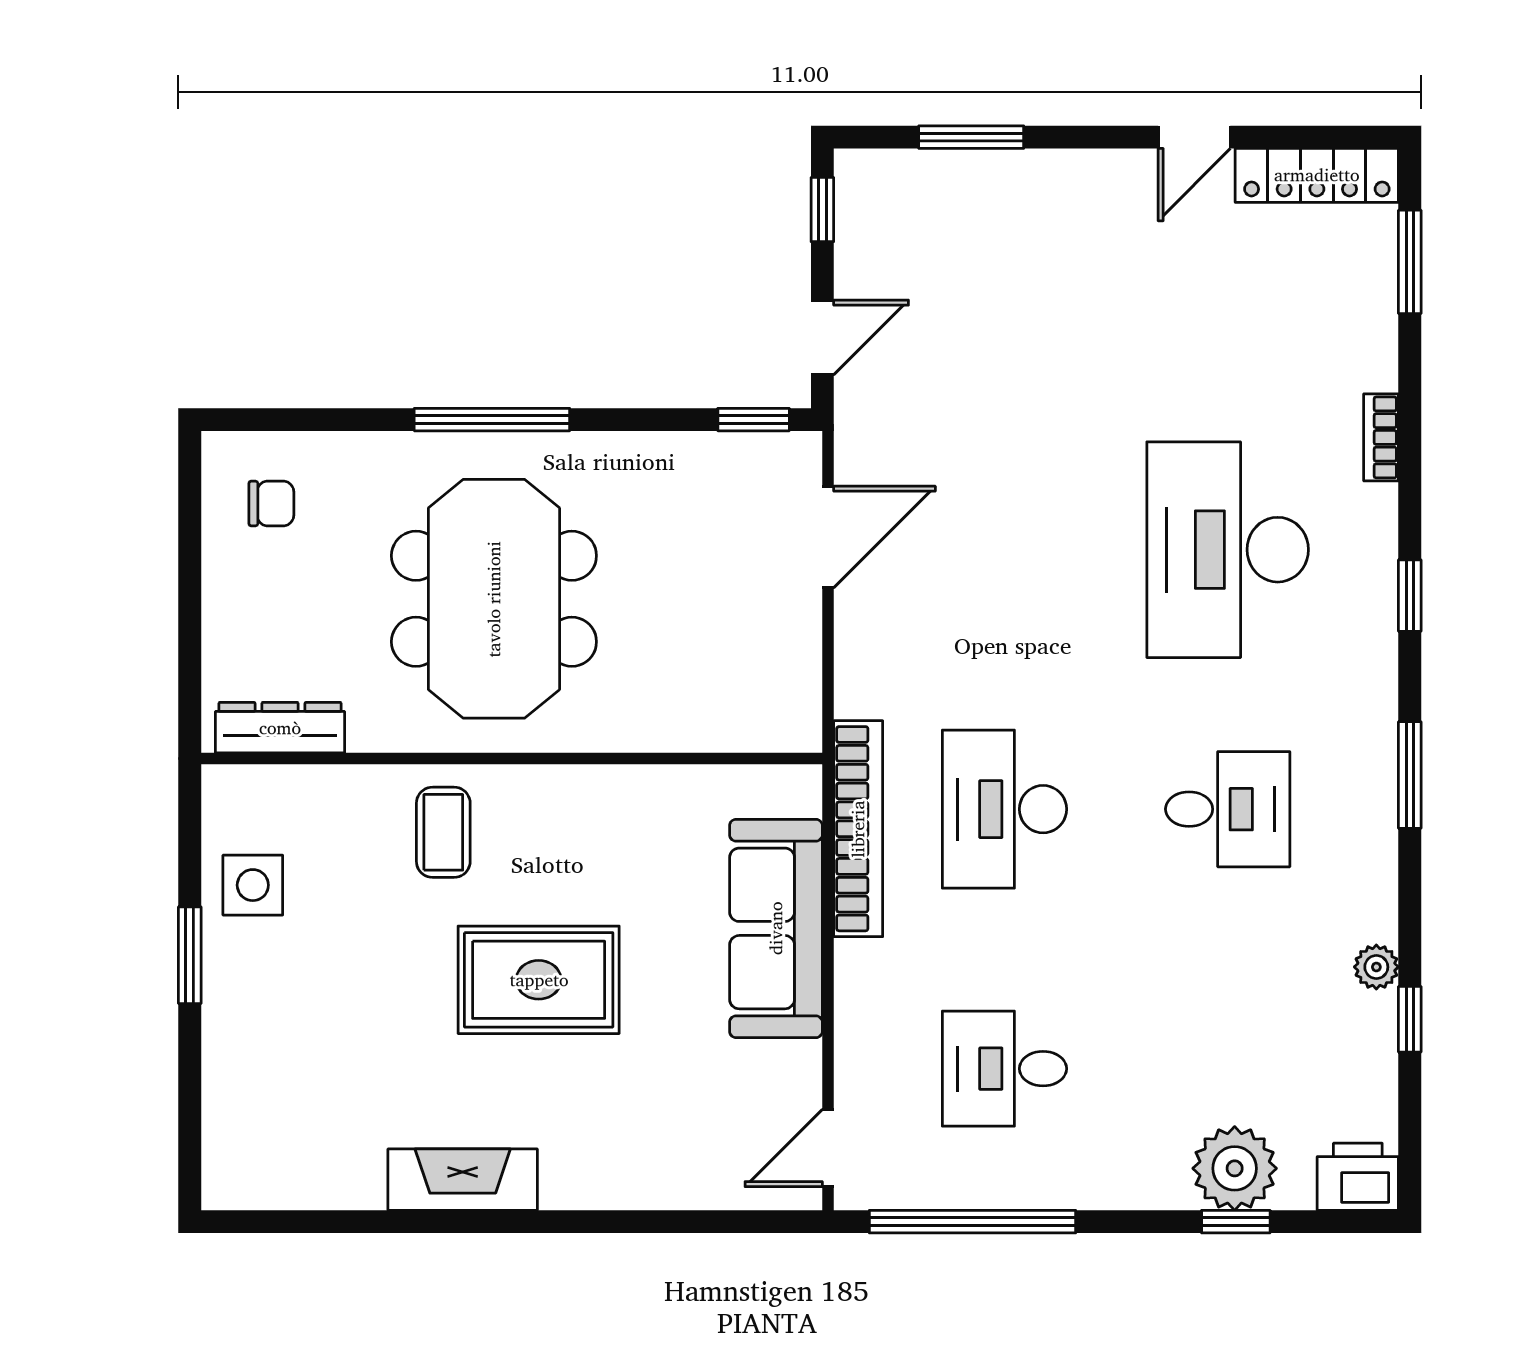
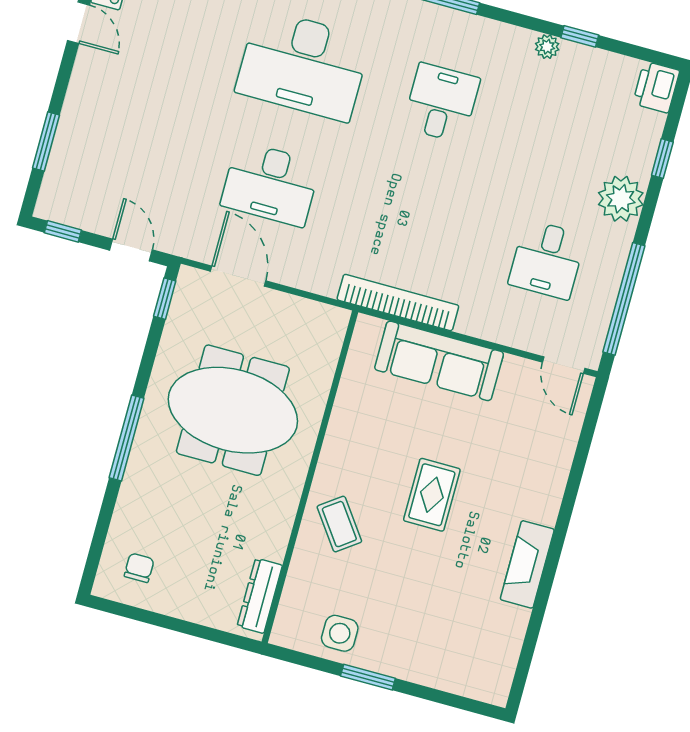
meeting table: (494, 599) -> (233, 410), moved
desk: (1004, 809) -> (271, 184), moved
coffee table: (443, 832) -> (339, 524), turned 54
rug: (539, 980) -> (432, 495), width x0.73, depth x0.70
plant: (1235, 1168) -> (621, 199), moved

